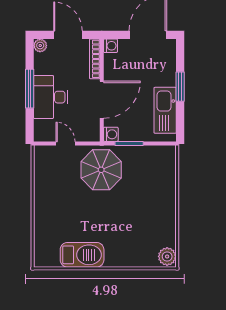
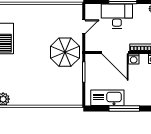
window: (180, 87) -> (124, 108), width x1.44
washing machine: (111, 134) -> (134, 59), moved

